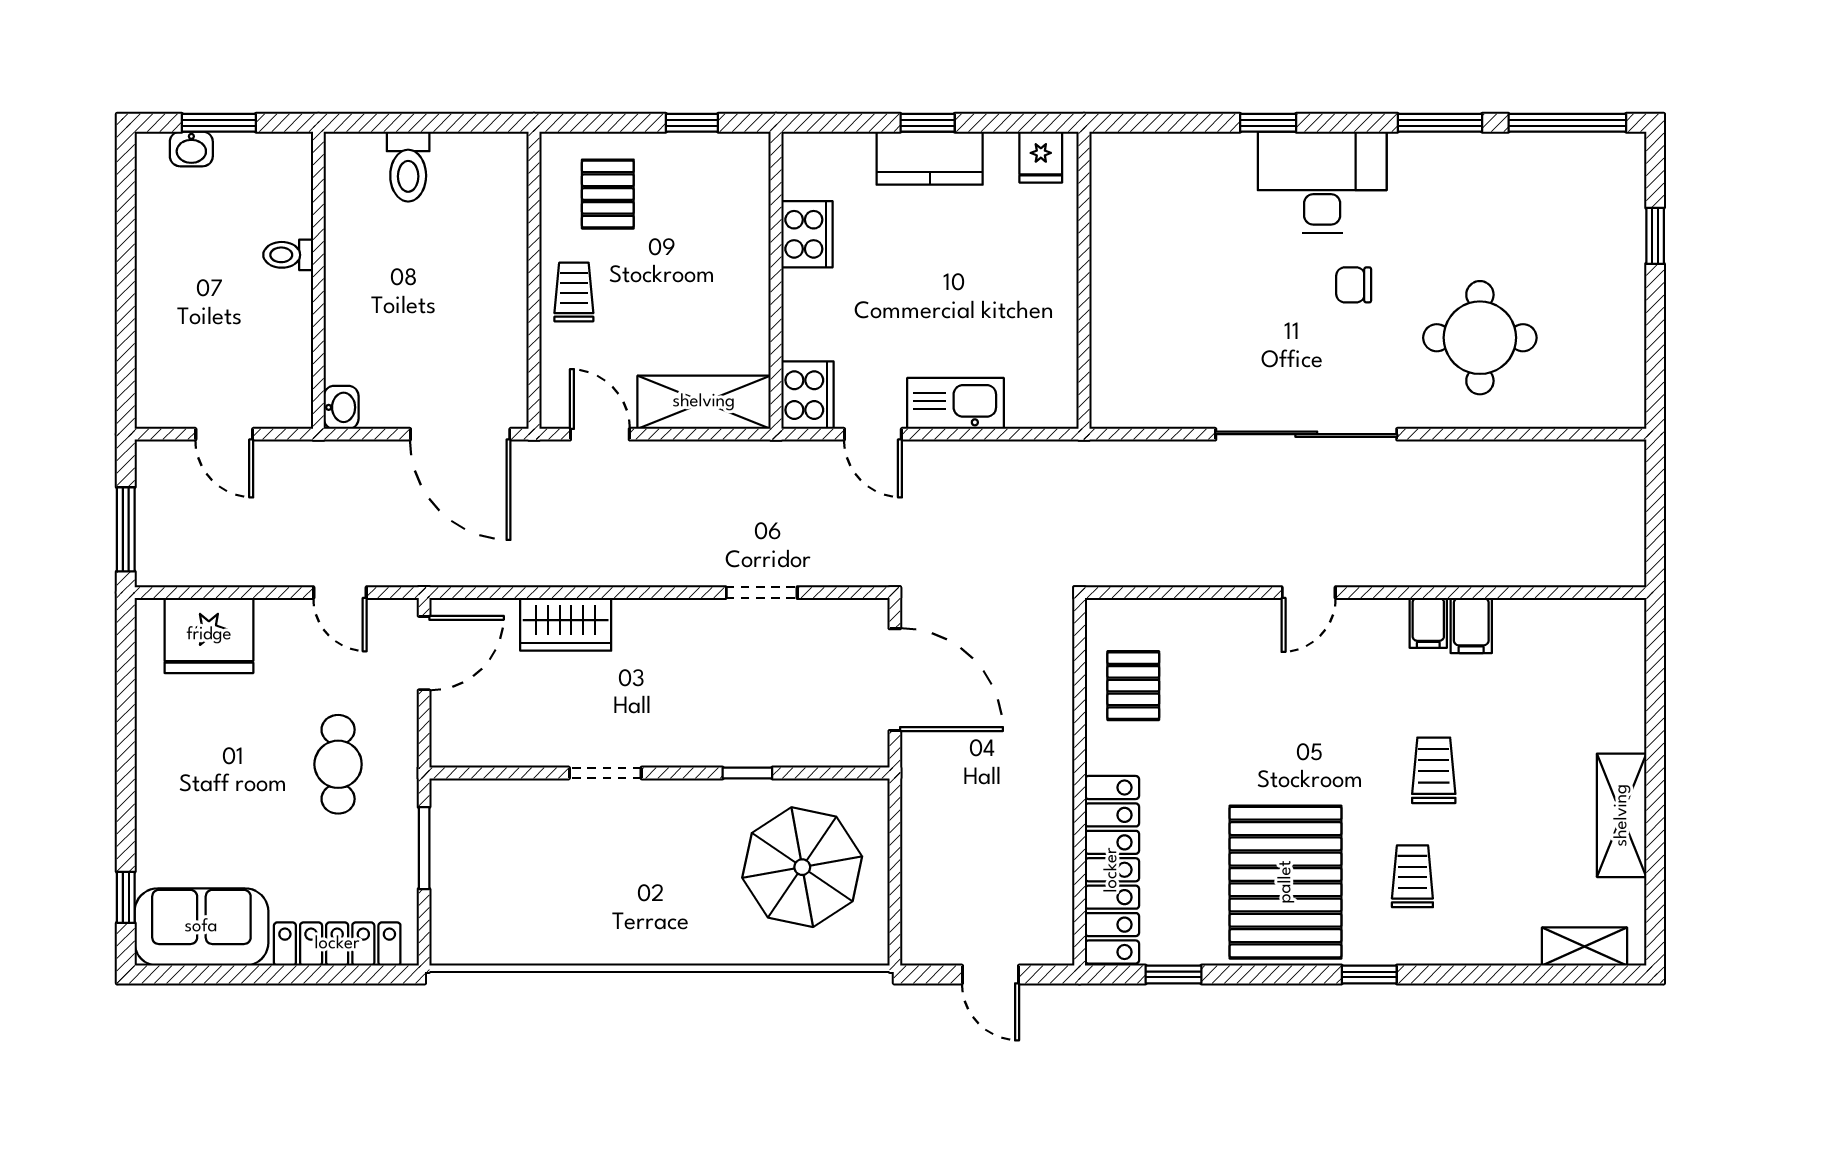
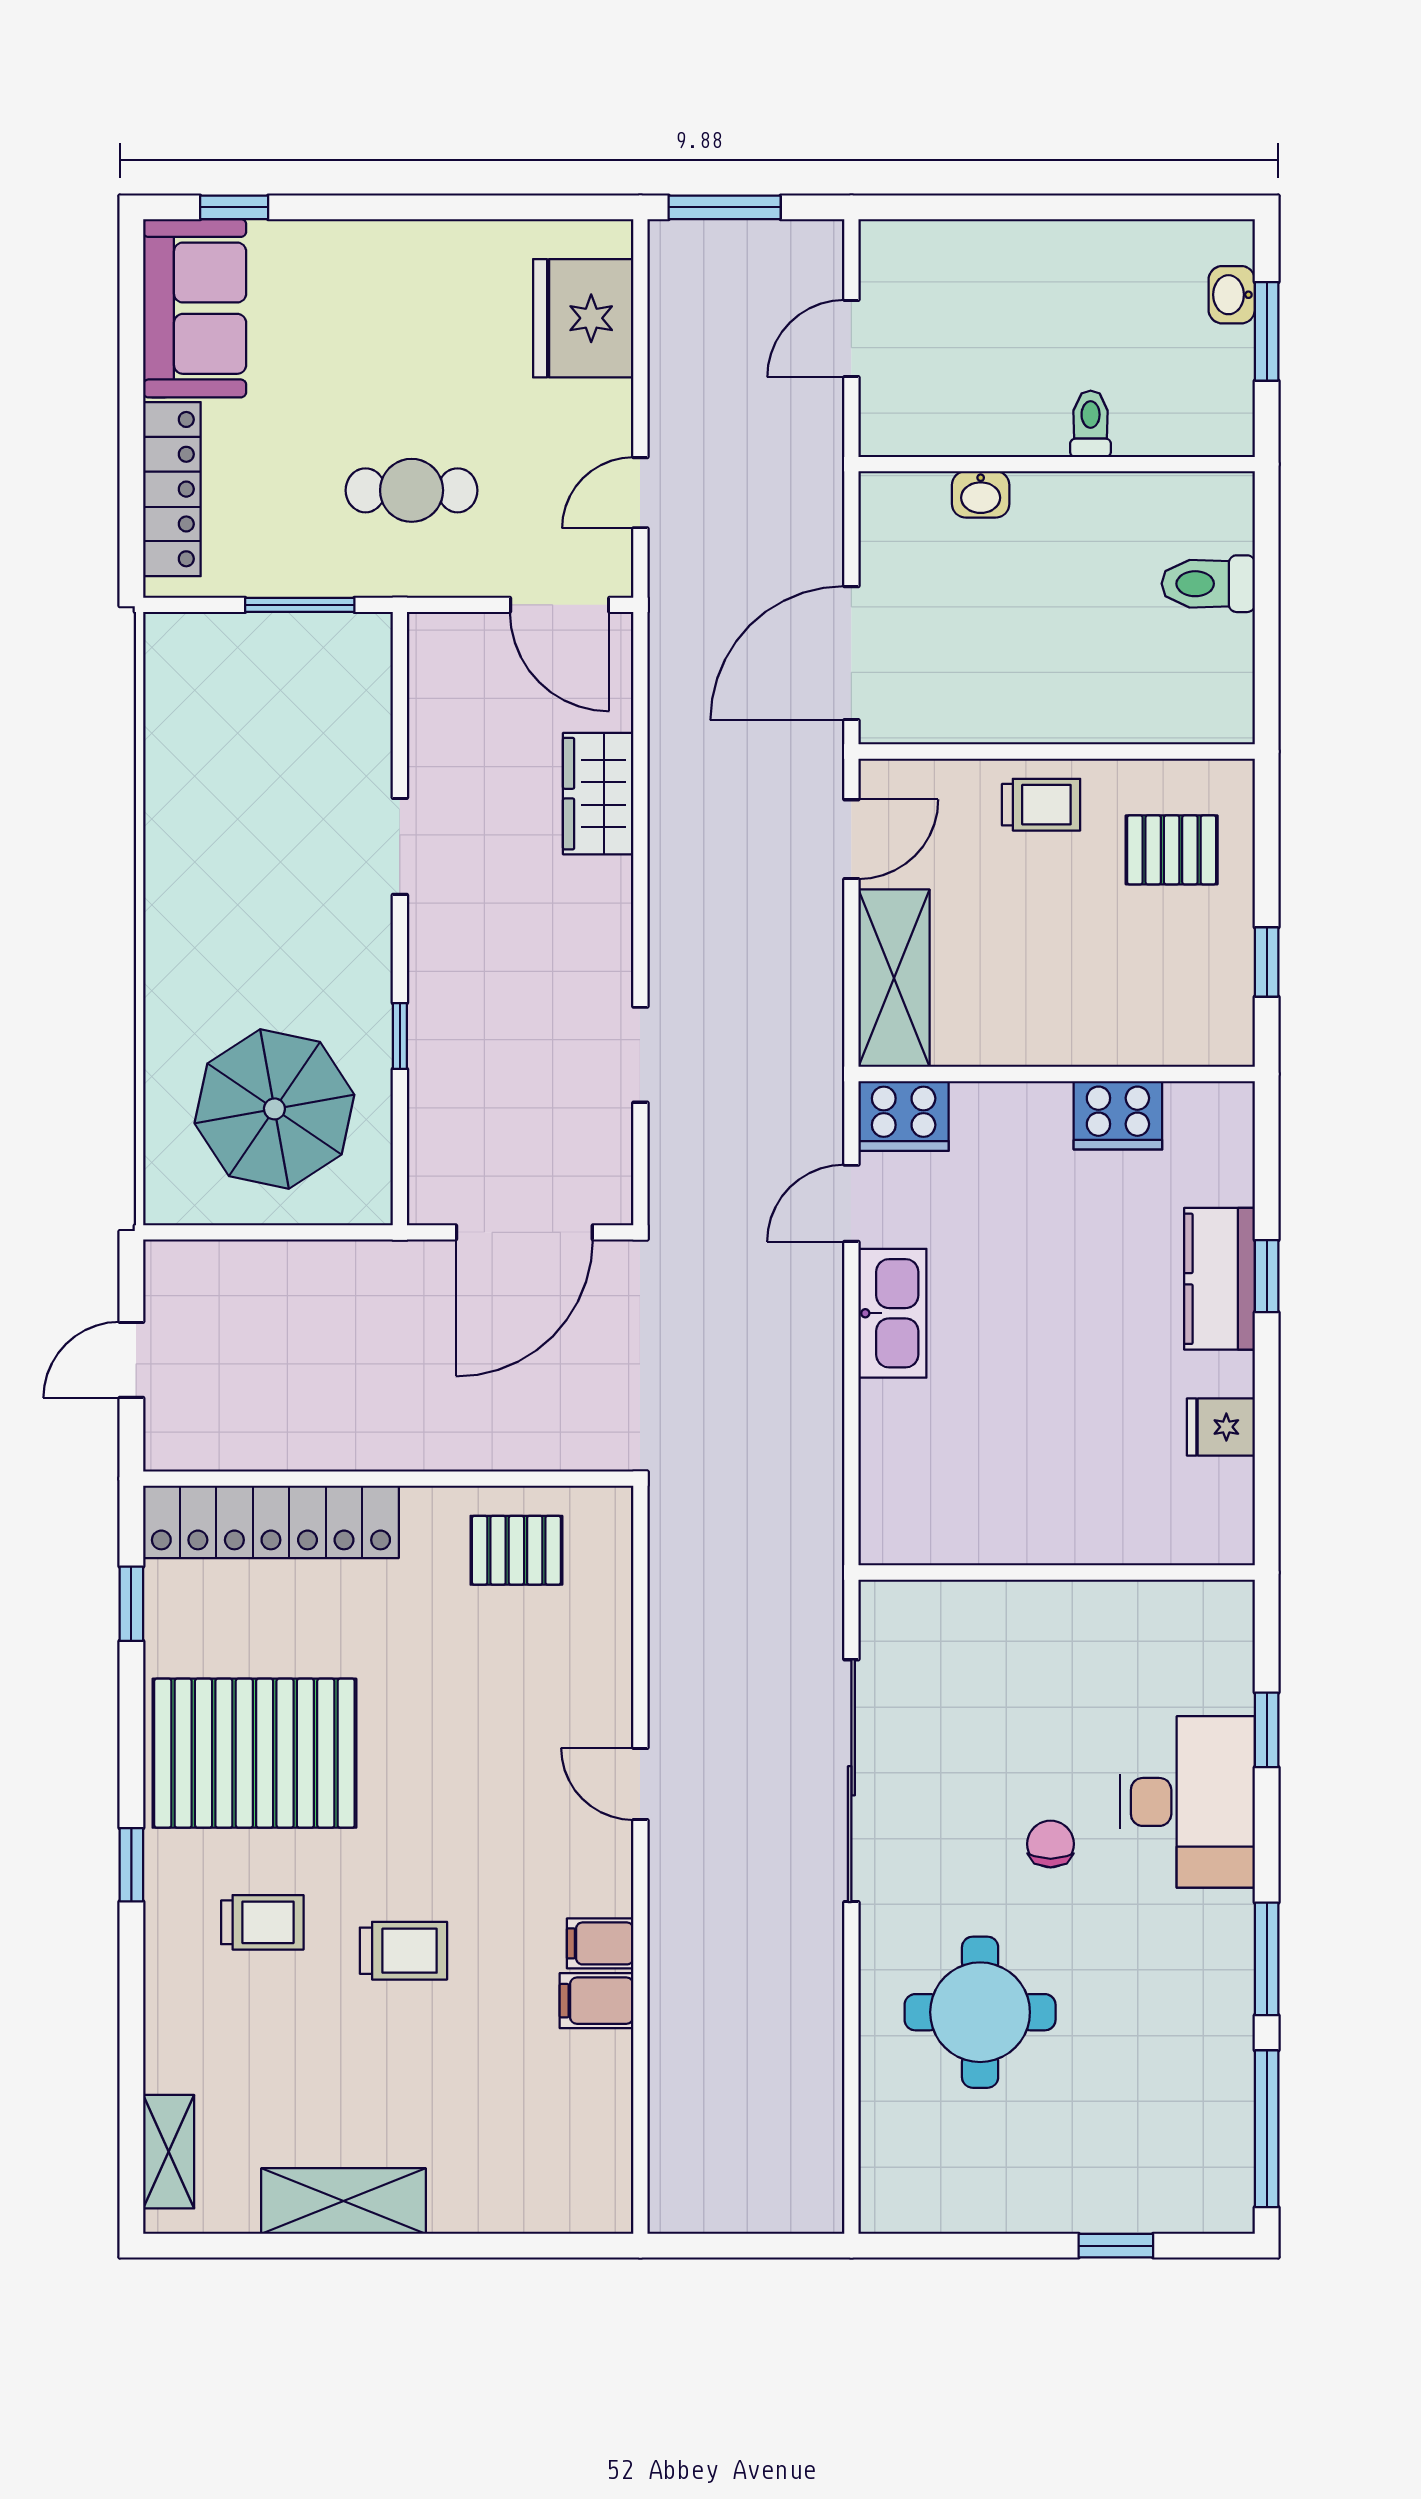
wall: (1084, 280) -> (1057, 1572), moved
washbasin: (341, 407) -> (981, 494), moved

